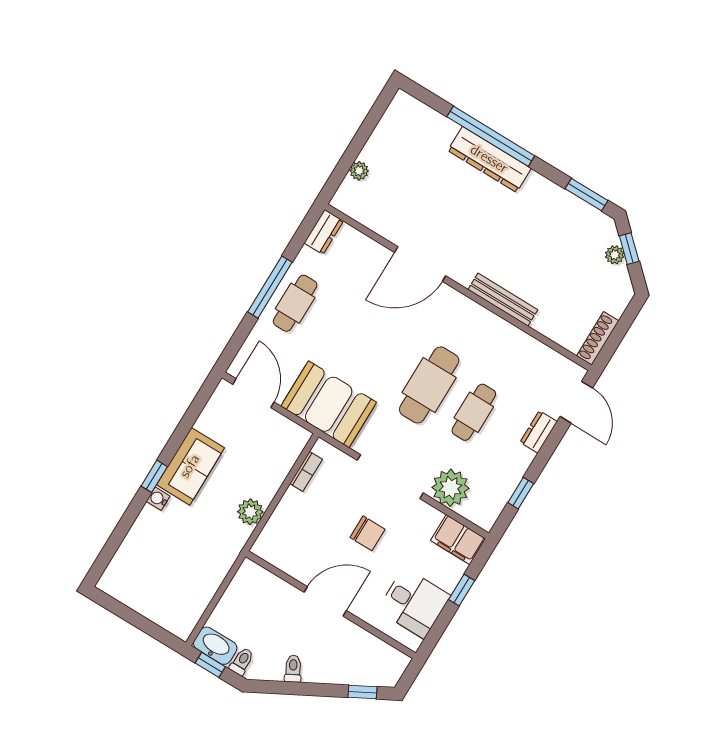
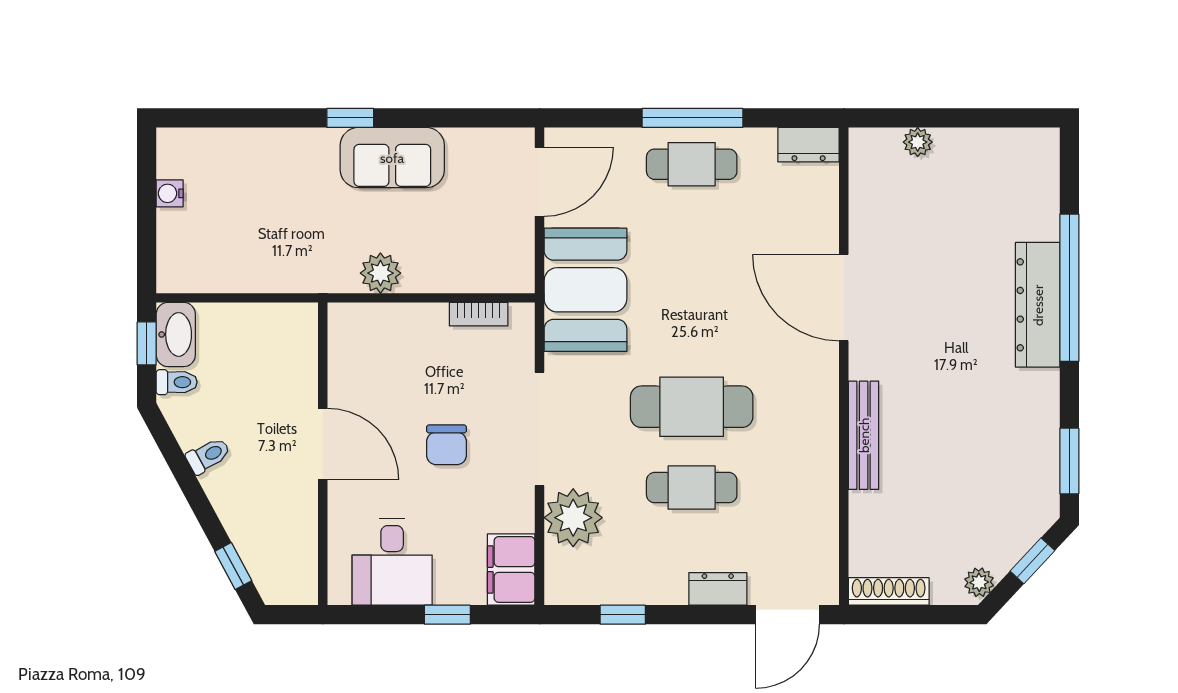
plant: (615, 255) -> (979, 582), moved
water cooler: (158, 499) -> (170, 193), moved, turned -90

